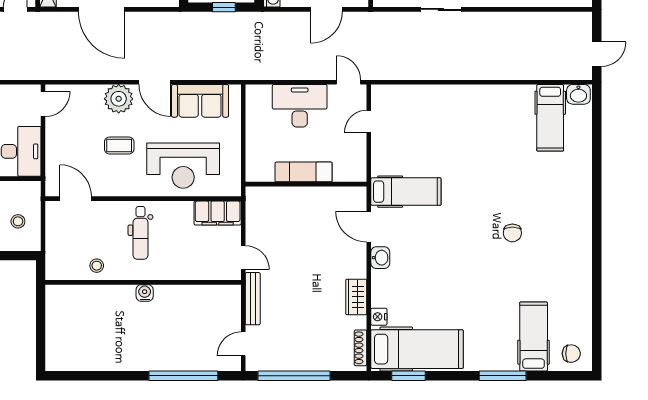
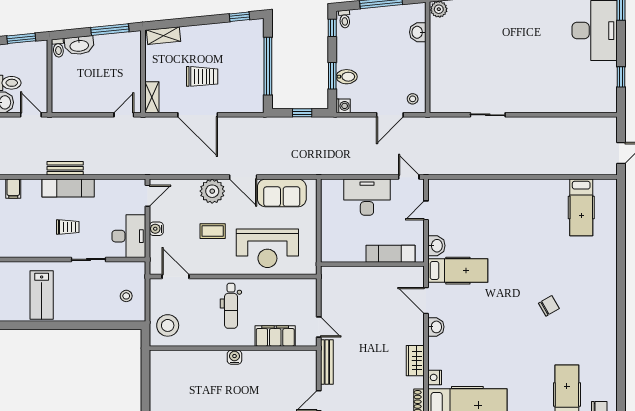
washbasin: (578, 94) -> (436, 246), moved, turned -90
water cooler: (53, 143) -> (156, 229), added
exam couch: (303, 172) -> (391, 254), moved
filing cabinet: (218, 213) -> (275, 336), moved, turned 180
chair: (512, 233) -> (549, 306), turned -120
stool: (97, 266) -> (168, 325), moved, width x1.89, depth x1.89

